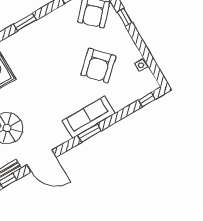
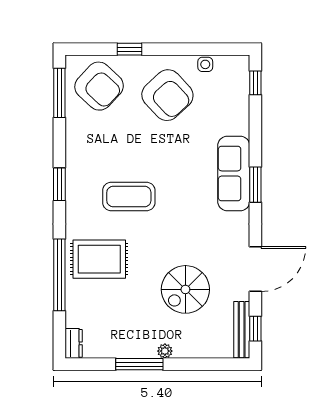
coffee table: (41, 65) -> (129, 196), added
armchair: (98, 65) -> (167, 95), moved

